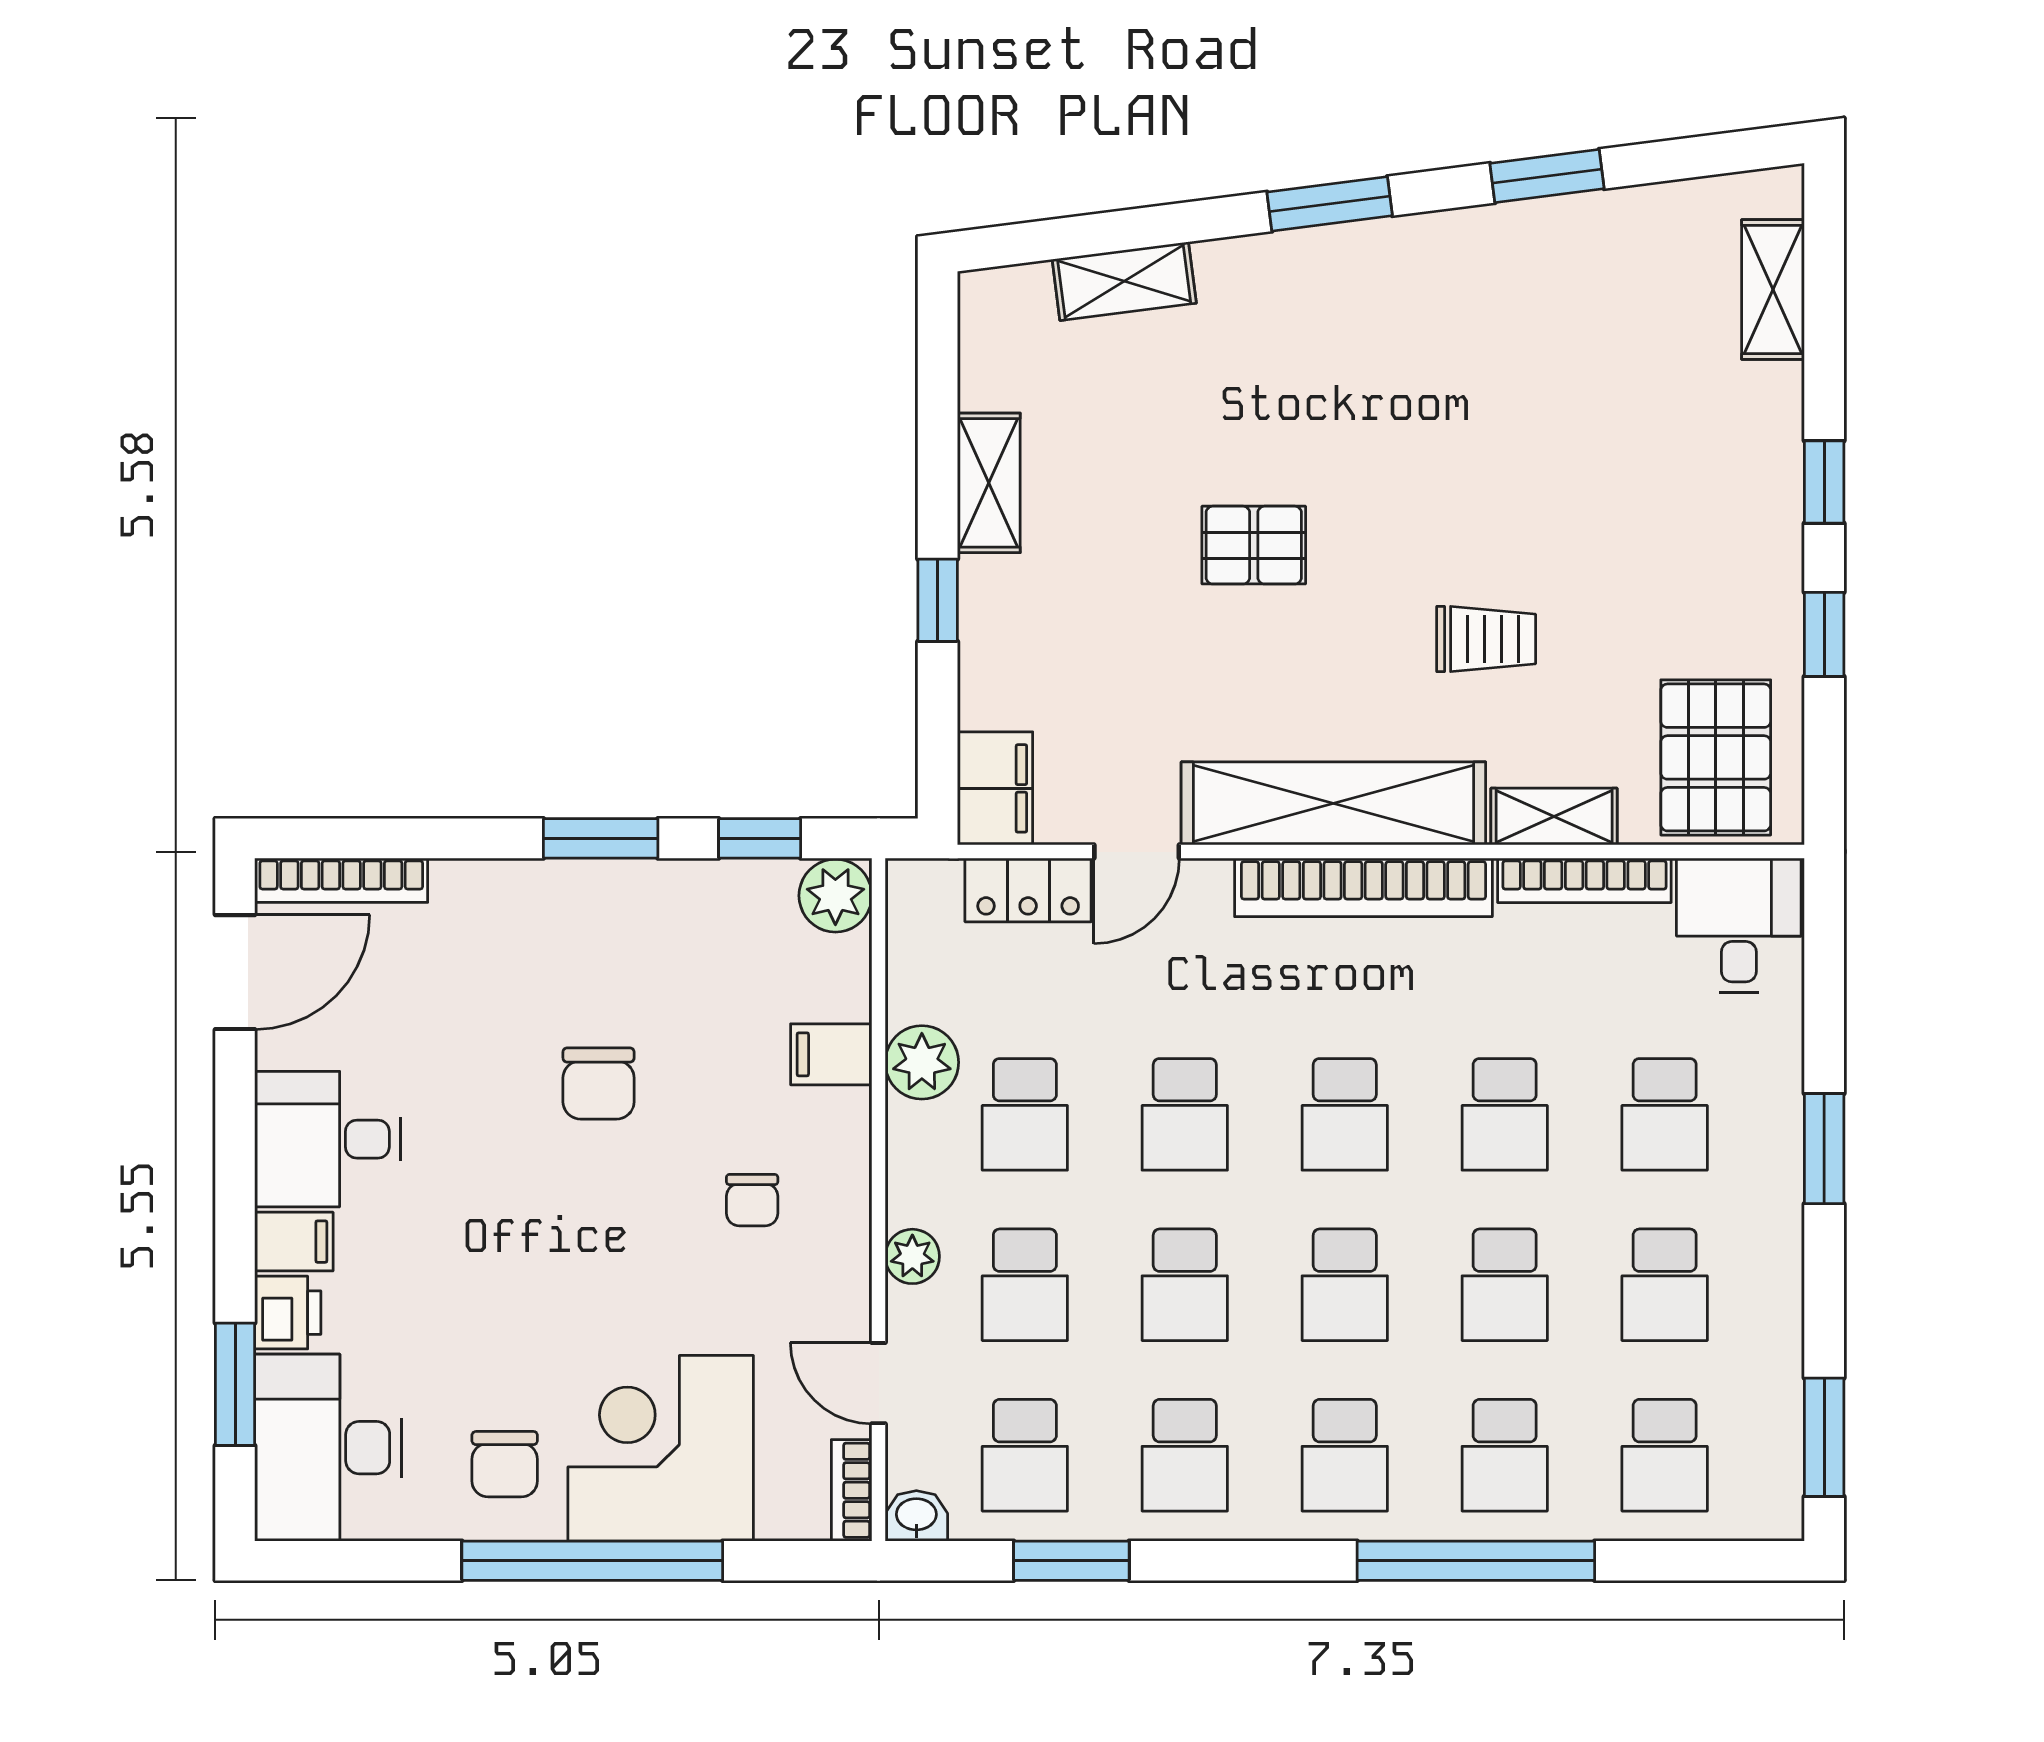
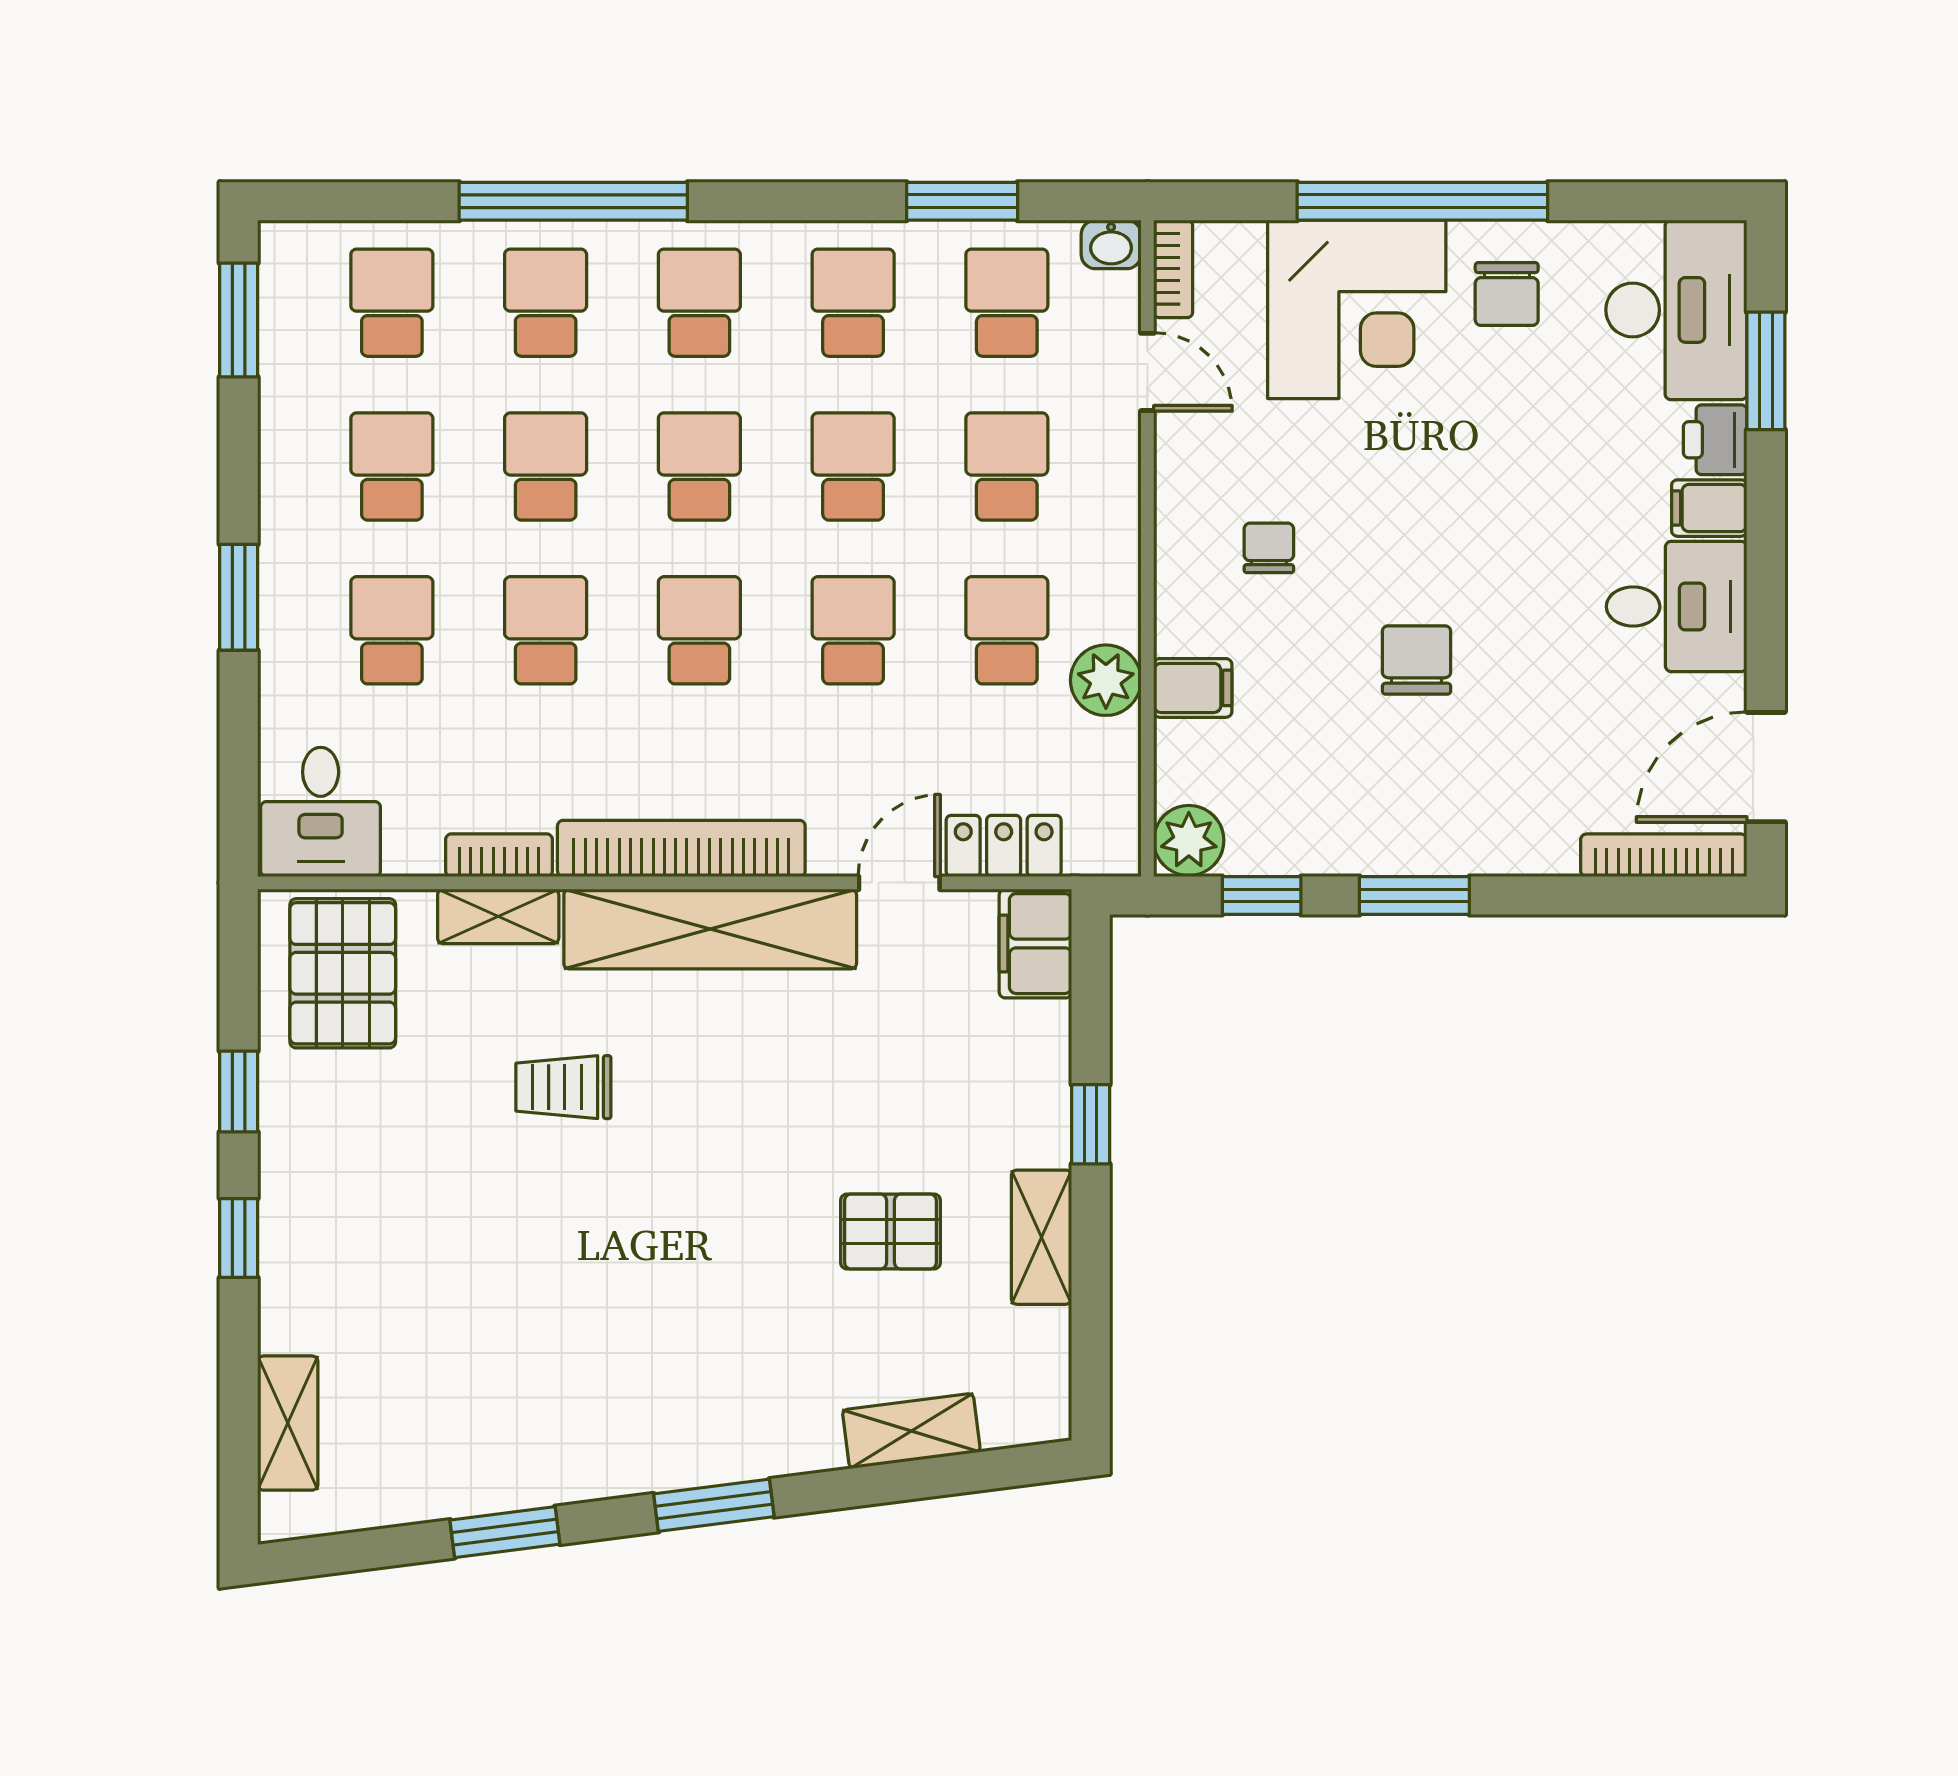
pallet: (1254, 545) -> (890, 1232), moved
bookcase: (1584, 880) -> (499, 855), width x0.64
plant: (912, 1256) -> (1115, 494), removed
chair: (505, 1464) -> (1507, 294), turned 180

